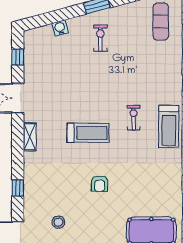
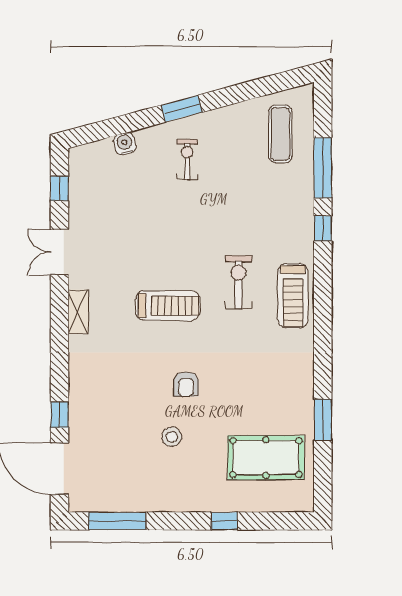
exercise bike: (134, 118) -> (238, 282), width x1.38, depth x1.39
window: (18, 188) -> (60, 415), moved
stool: (58, 222) -> (172, 437), moved

